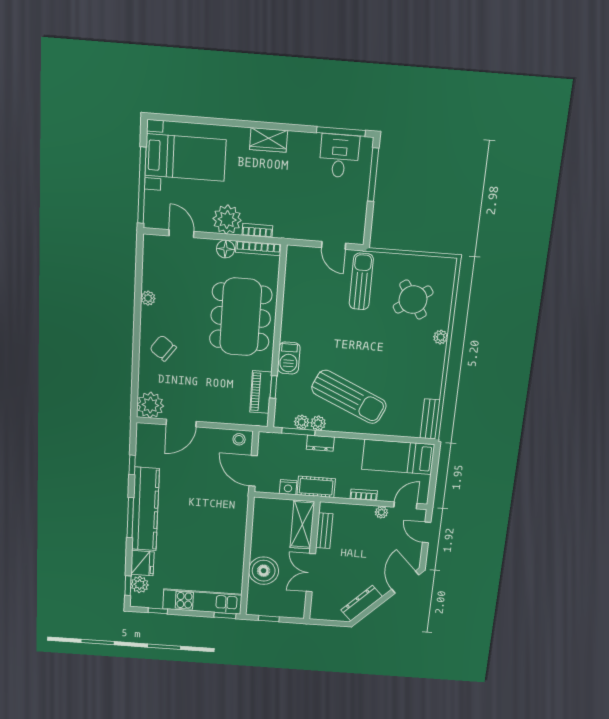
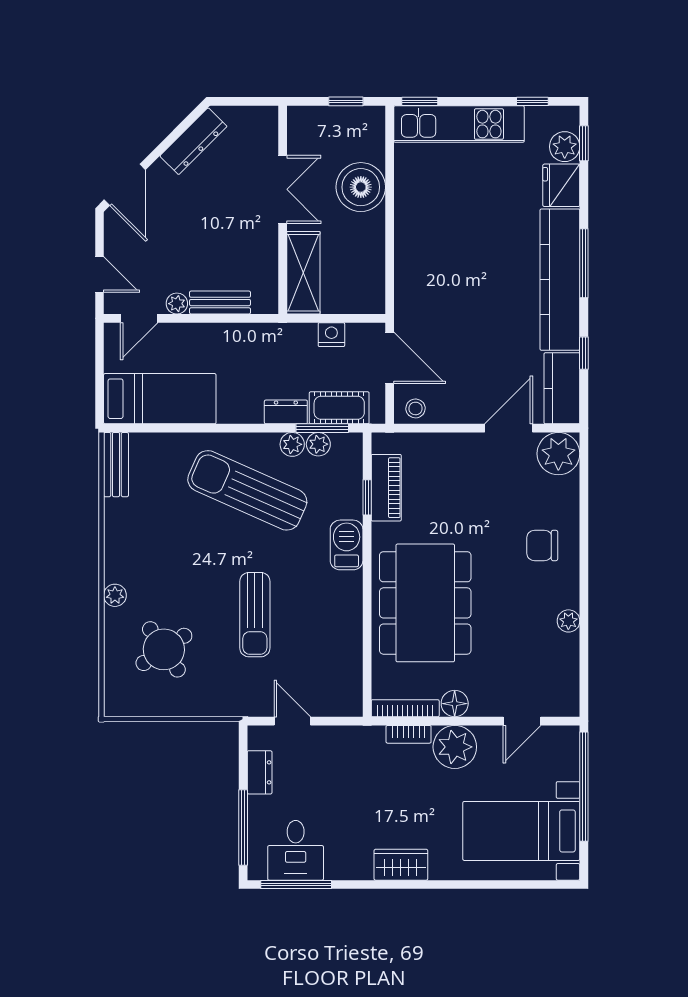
dresser: (359, 212) -> (260, 772), added
door: (181, 234) -> (522, 721), hinge flipped
sun lounger: (361, 281) -> (255, 615), moved
chair: (163, 348) -> (542, 545), turned 143
kitchen counter: (147, 445) -> (562, 388), added
cot: (316, 487) -> (339, 408), moved
bookcase: (364, 495) -> (208, 331), removed
bench: (324, 531) -> (220, 303), moved, turned 90

